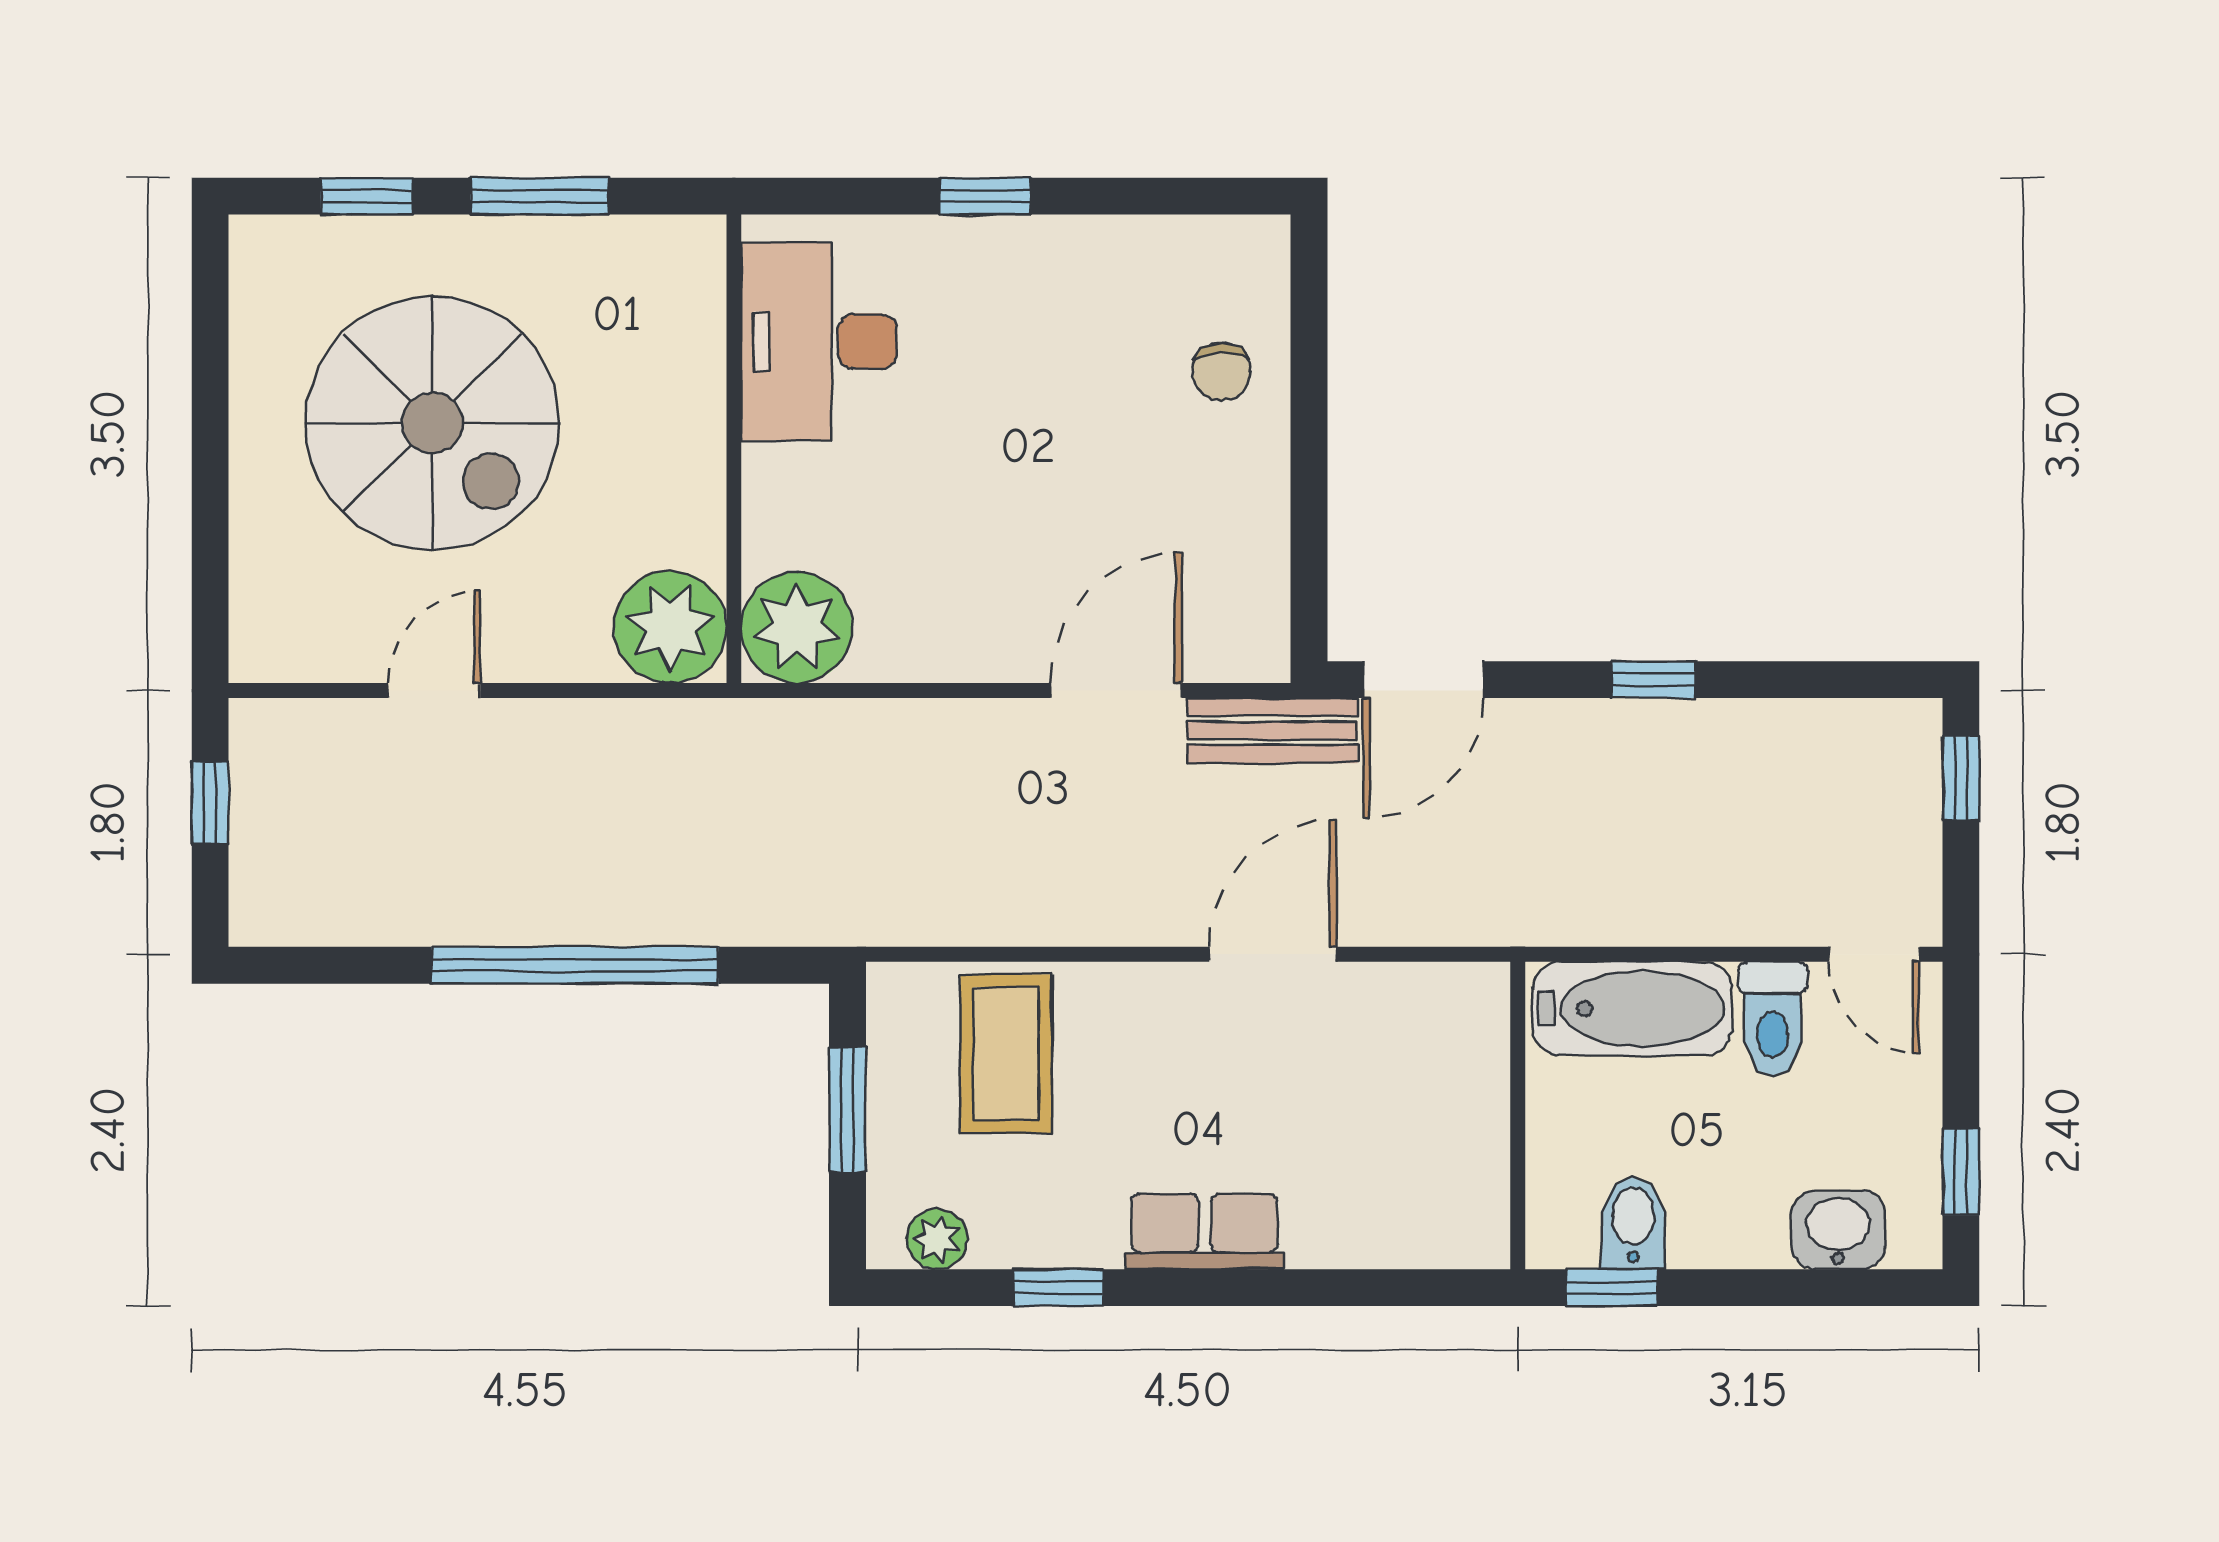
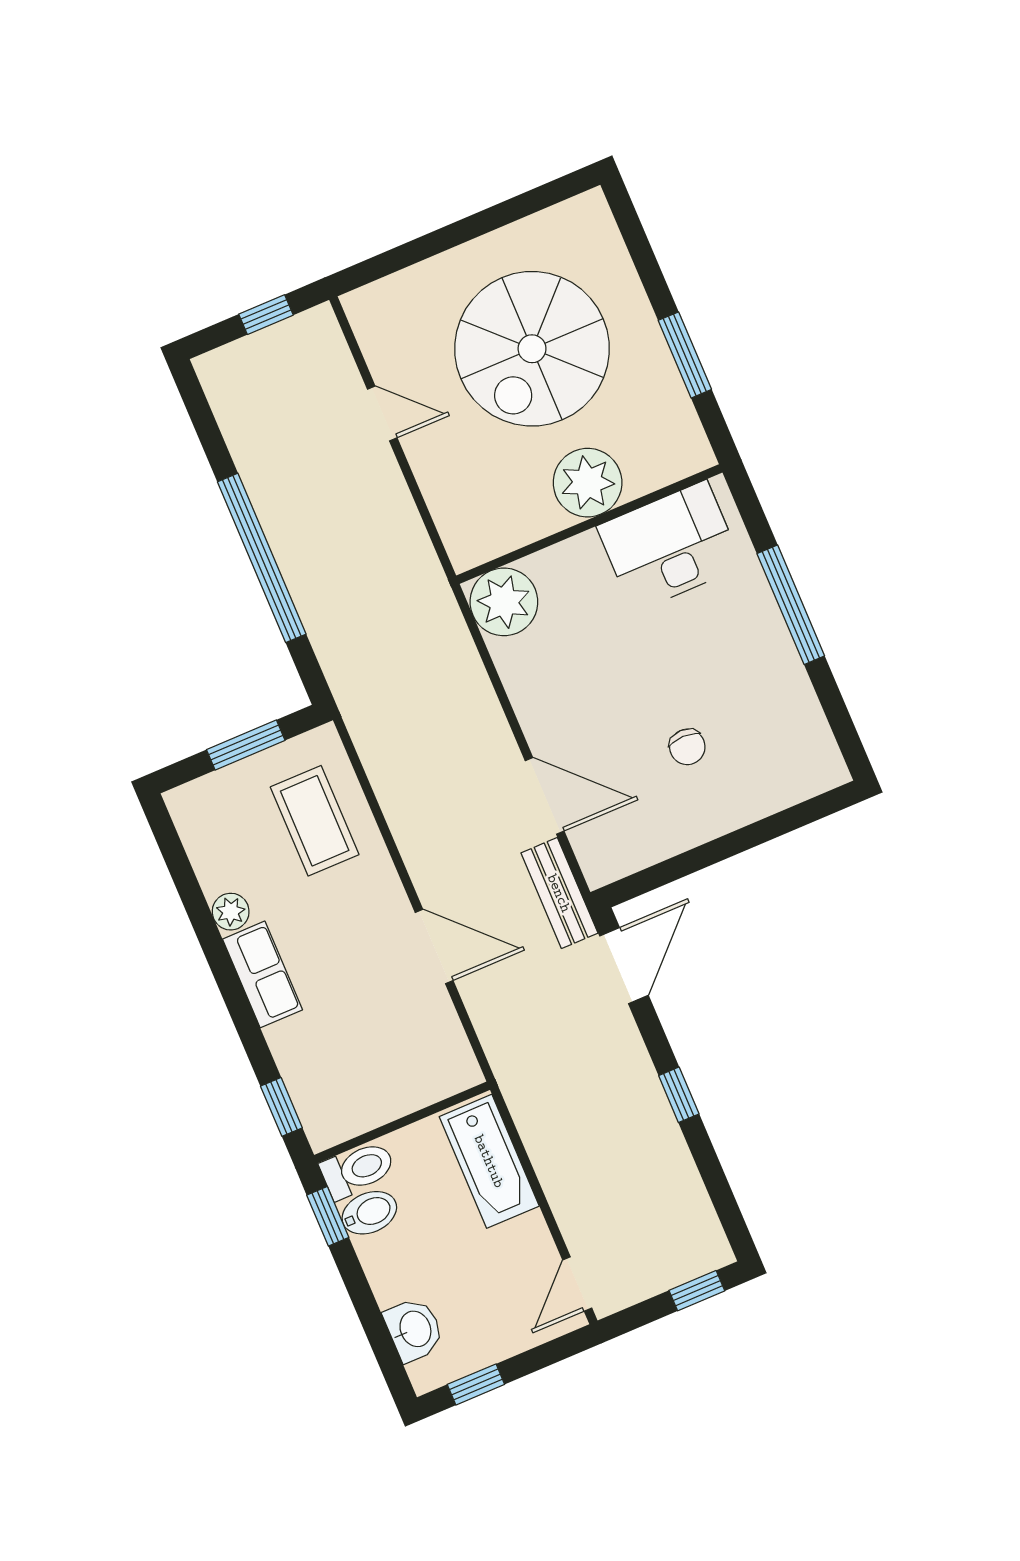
window: (367, 196) -> (644, 258), removed
window: (985, 196) -> (791, 605), width x2.17
chair: (1221, 371) -> (687, 747), moved, turned -90
plant: (670, 627) -> (588, 483), moved
door: (1423, 680) -> (624, 966), swing flipped
toilet: (1773, 1019) -> (358, 1170), moved, turned 180
coffee table: (1006, 1054) -> (315, 821), turned 90
plant: (937, 1239) -> (231, 912), moved
window: (1058, 1288) -> (281, 1107), moved

